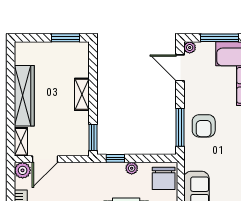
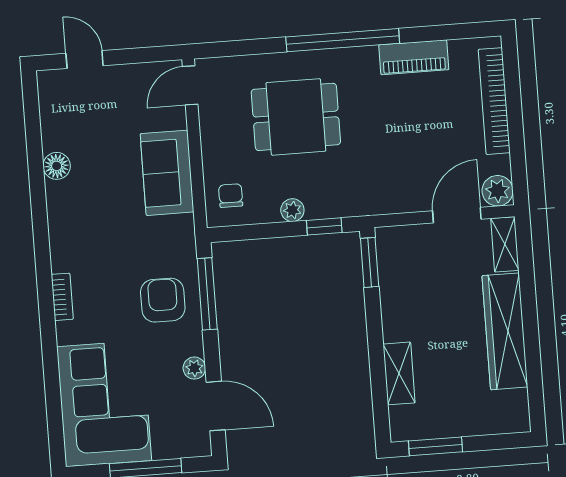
plant: (190, 48) -> (194, 368), moved
shelving: (82, 94) -> (399, 373), moved
chair: (164, 178) -> (231, 195), width x0.54, depth x0.54

